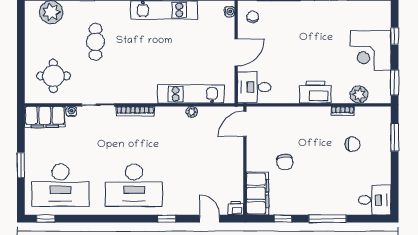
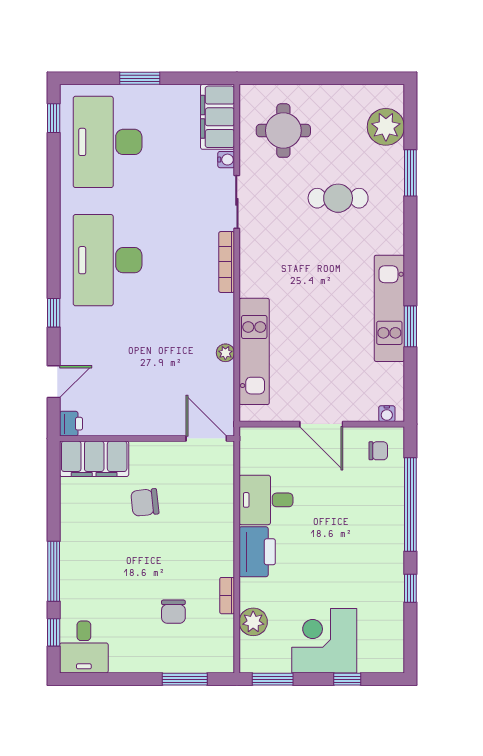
desk: (254, 87) -> (266, 500), moved, turned -90
window: (283, 219) -> (54, 632), moved

